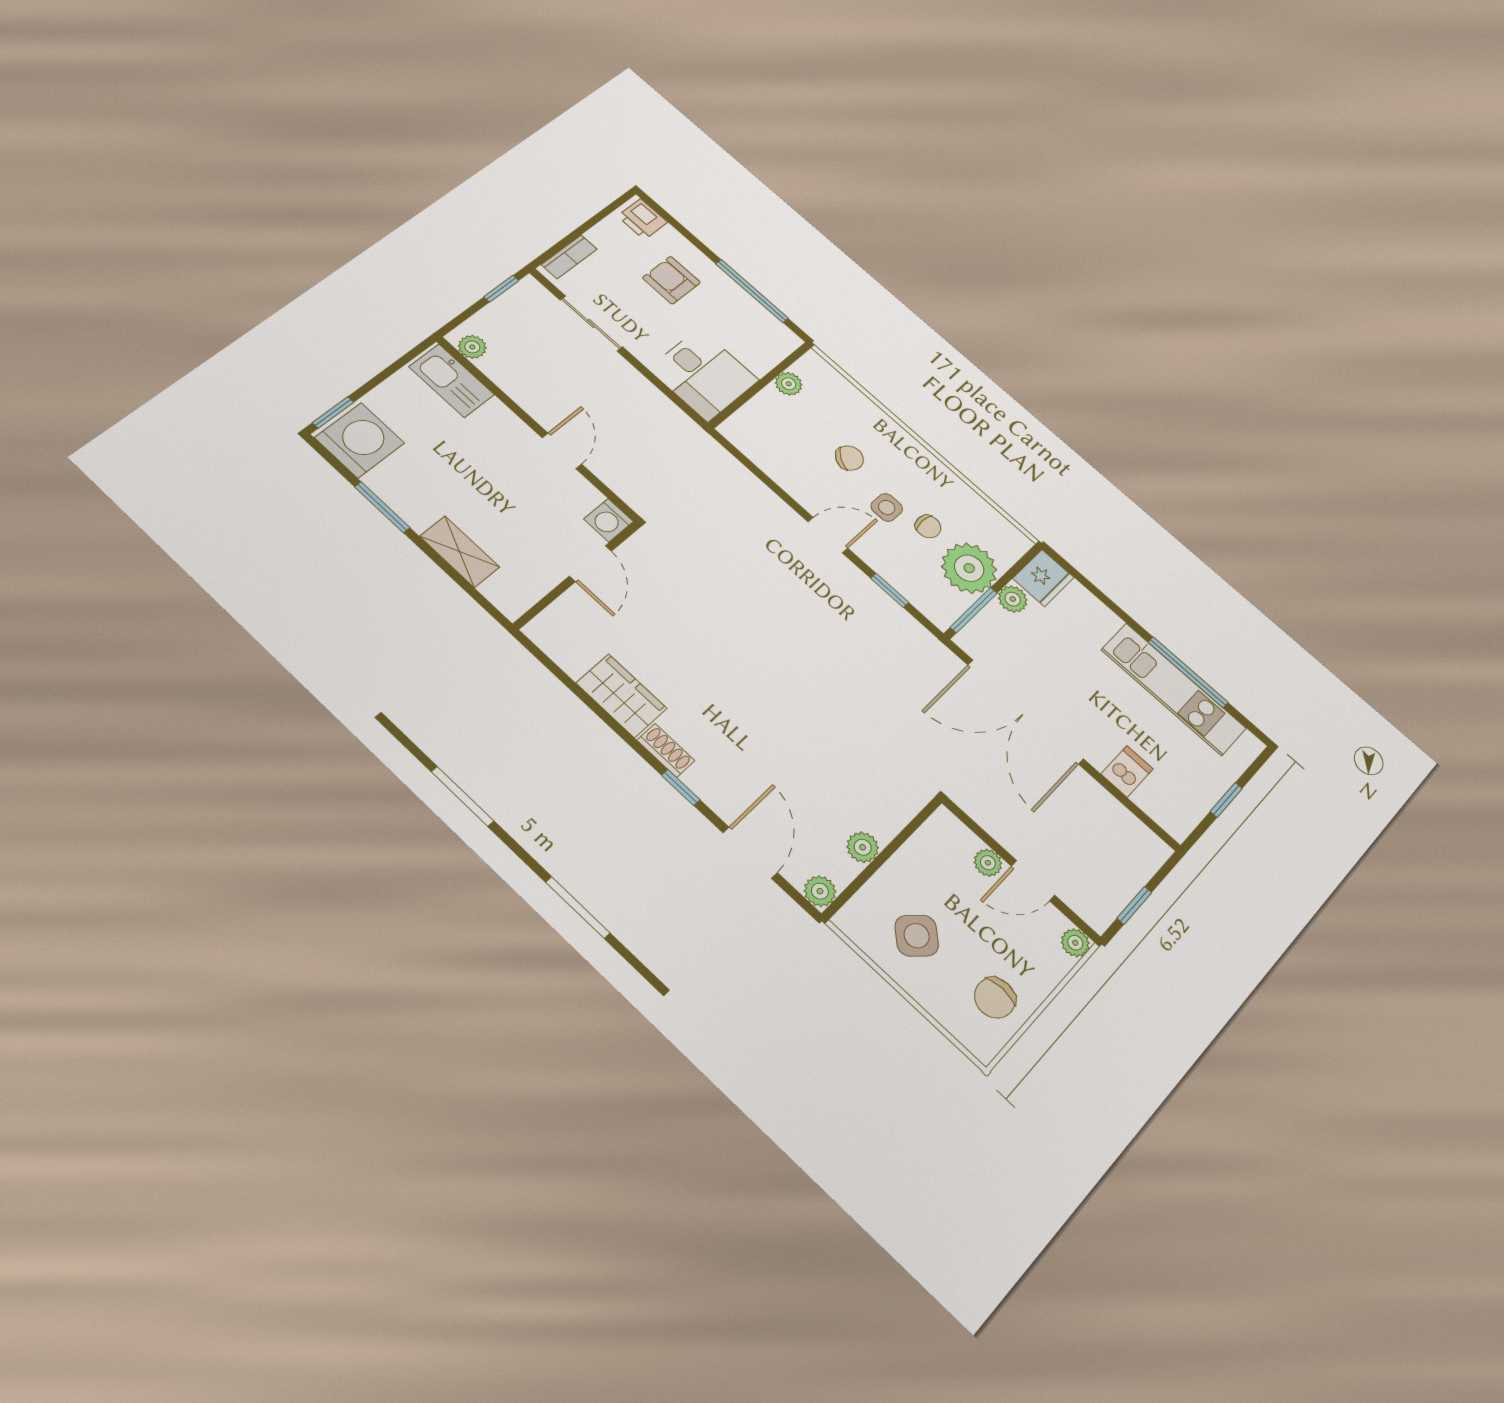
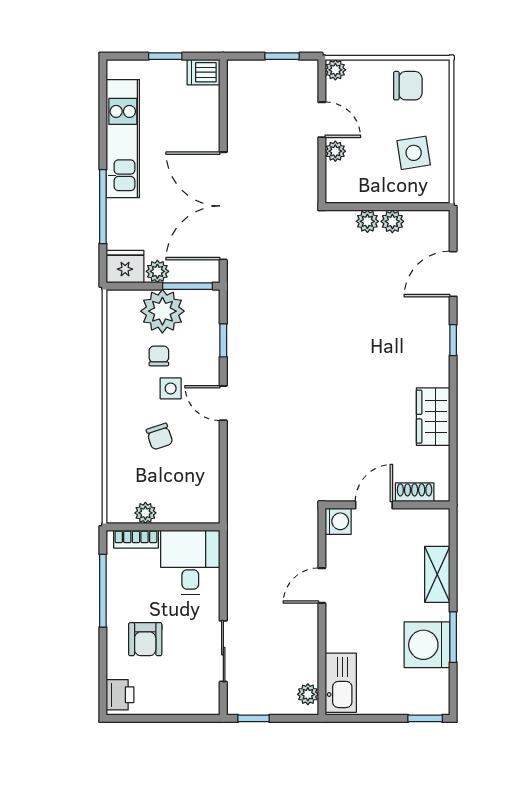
bookcase: (569, 257) -> (136, 539), moved, turned 180
washing machine: (360, 440) -> (427, 645), moved
chair: (849, 458) -> (160, 437), turned -141
window: (1188, 672) -> (103, 207), moved
double door: (1025, 712) -> (223, 206), swing flipped
shoe rack: (666, 750) -> (415, 492), moved, turned 90
dishwasher: (1127, 771) -> (204, 72), moved
plant: (820, 891) -> (367, 221), moved
side table: (917, 936) -> (414, 153), turned 38

